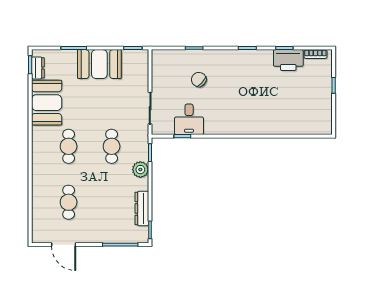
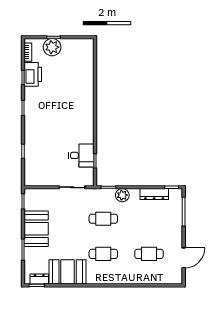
chair: (199, 80) -> (49, 147), removed
plant: (321, 84) -> (52, 47), added

